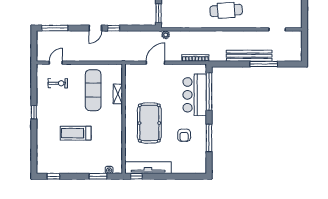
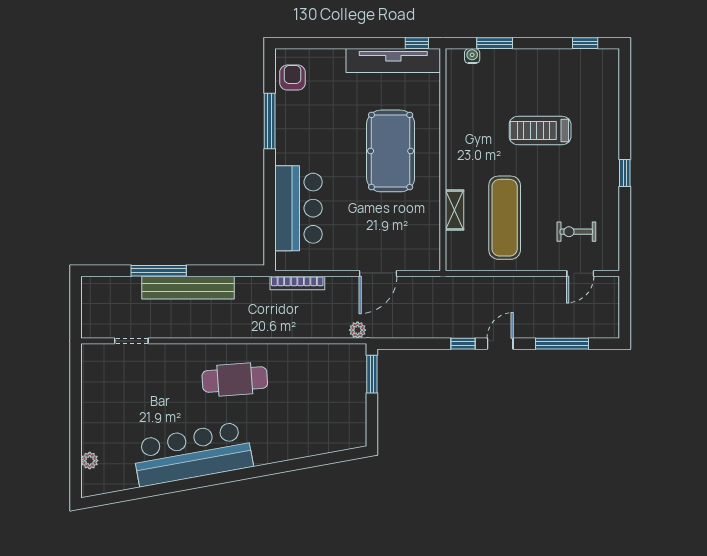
window: (55, 28) -> (562, 344), moved
window: (209, 92) -> (270, 215), removed
treadmill: (76, 133) -> (540, 130), turned 180
armchair: (184, 135) -> (293, 78), moved

